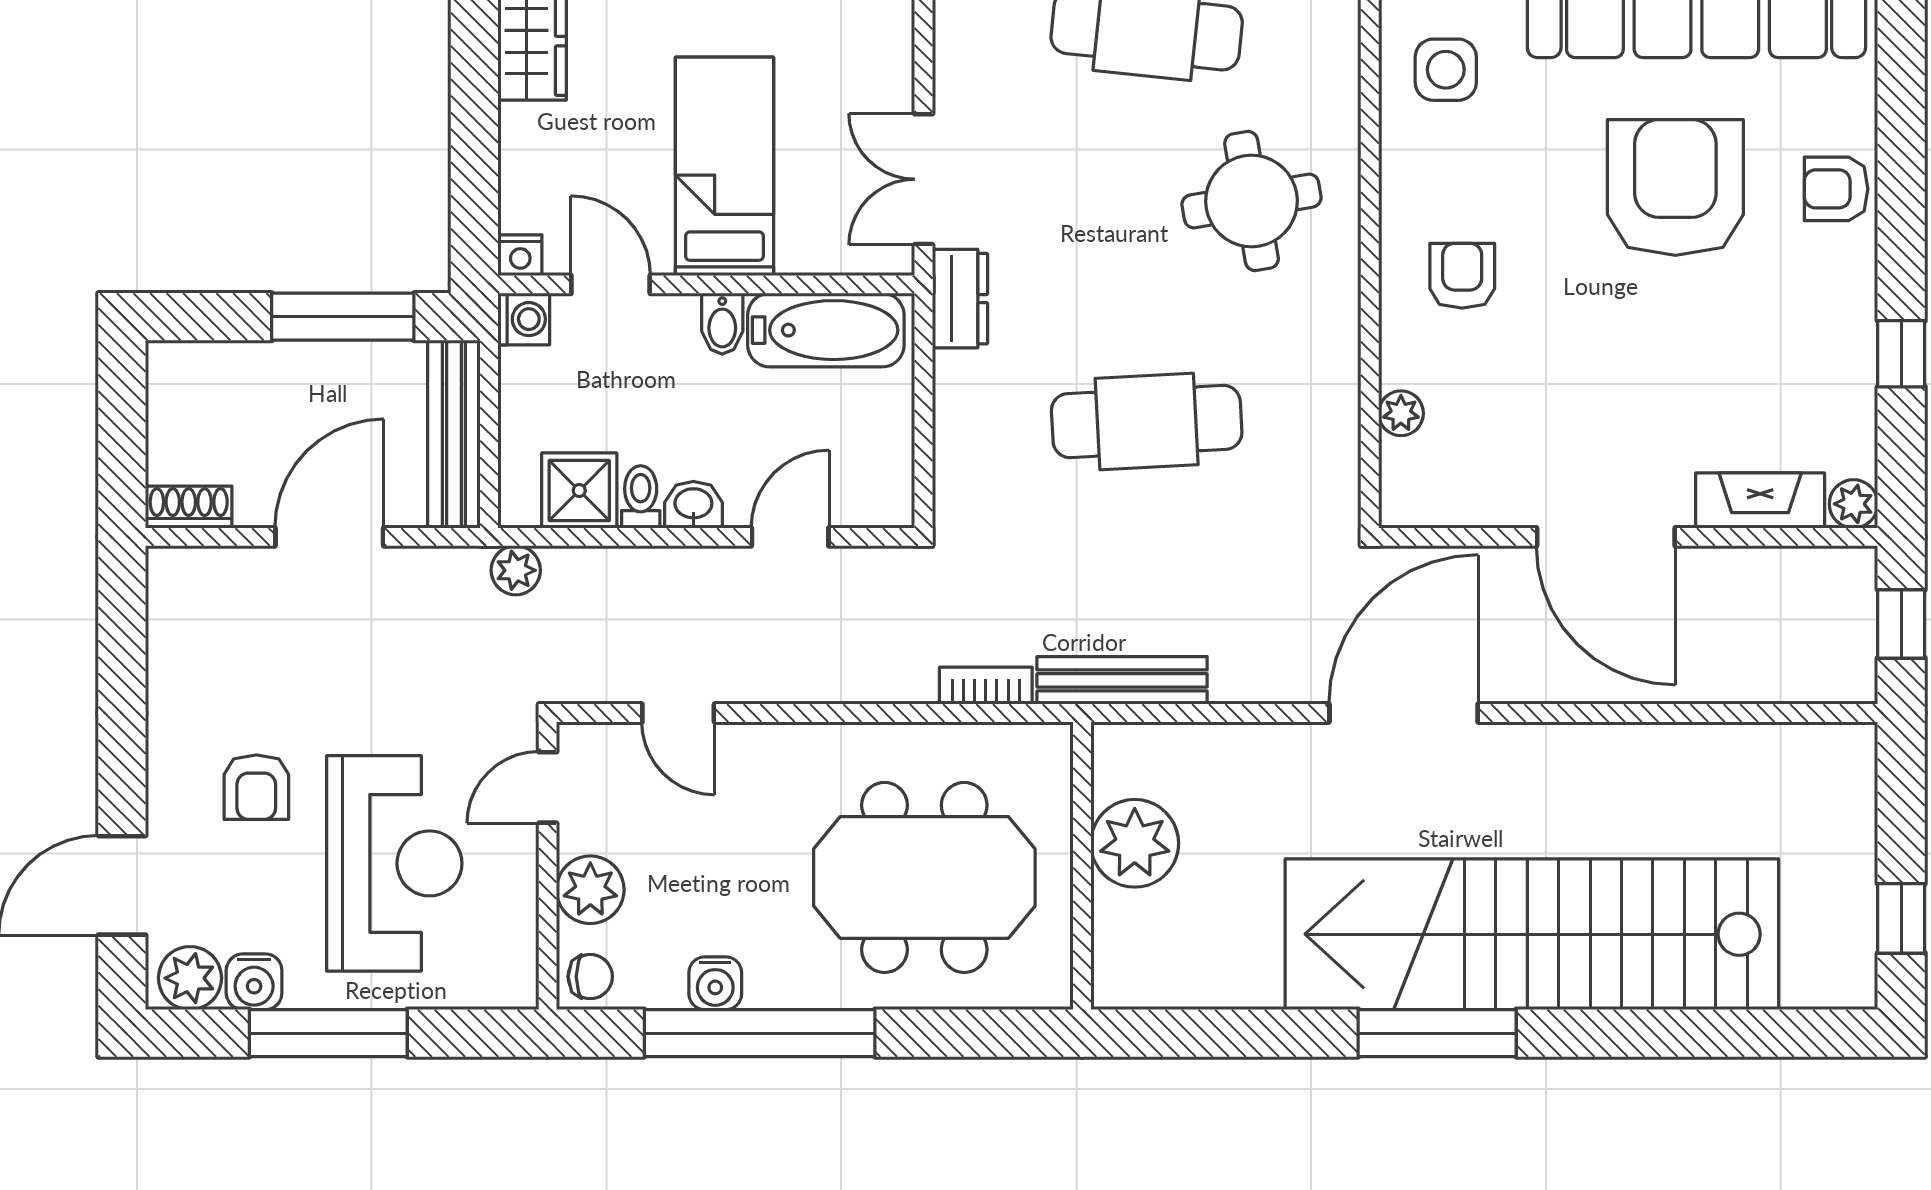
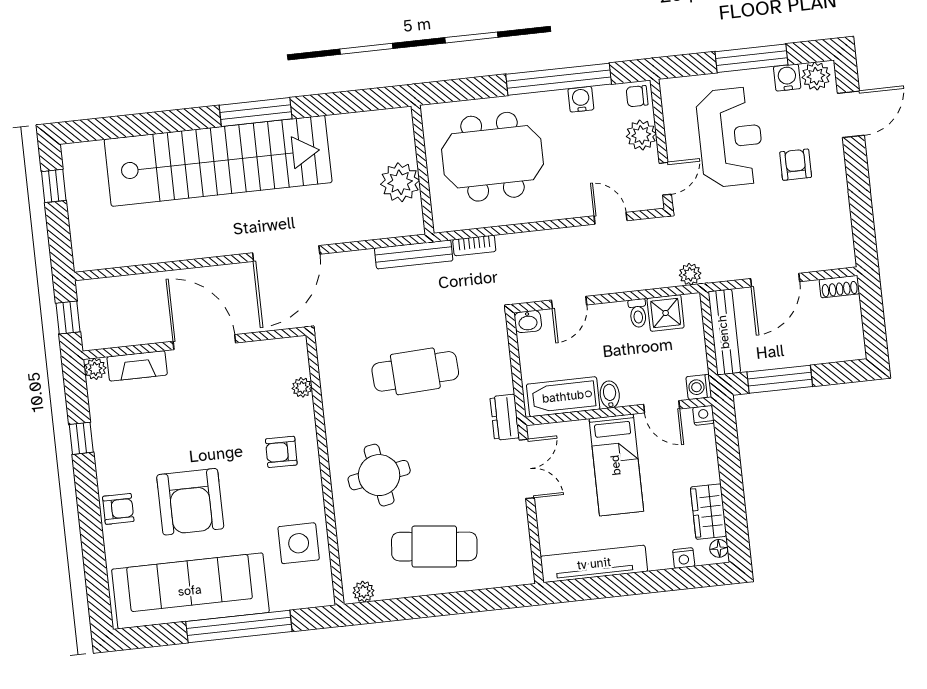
side table: (1446, 70) -> (299, 543), width x1.37, depth x1.37
armchair: (1462, 276) -> (281, 452), turned 91
washbasin: (693, 505) -> (528, 322), moved
reception desk: (394, 863) -> (730, 137), turned 180

